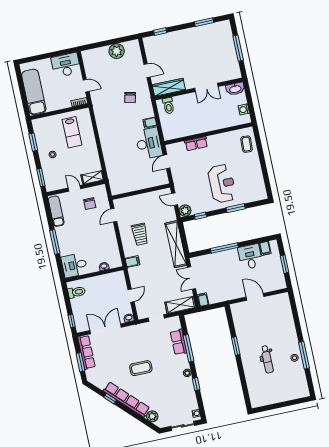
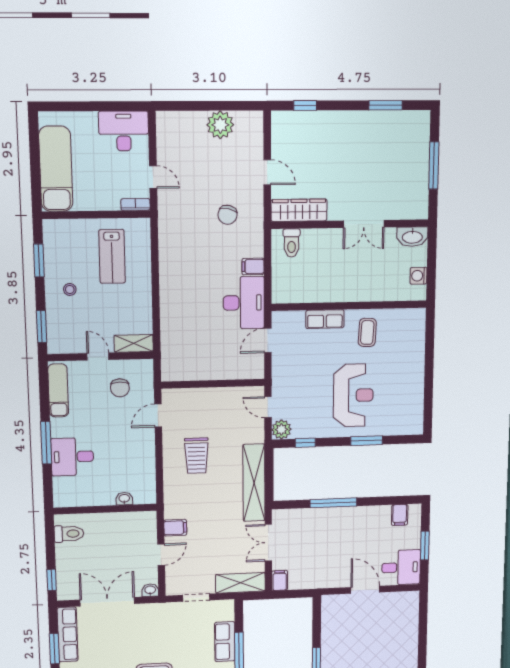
coffee table: (247, 144) -> (367, 332), moved
desk: (250, 257) -> (401, 567), moved, turned 90
filing cabinet: (132, 262) -> (175, 528), moved
desk: (74, 265) -> (72, 457), moved

